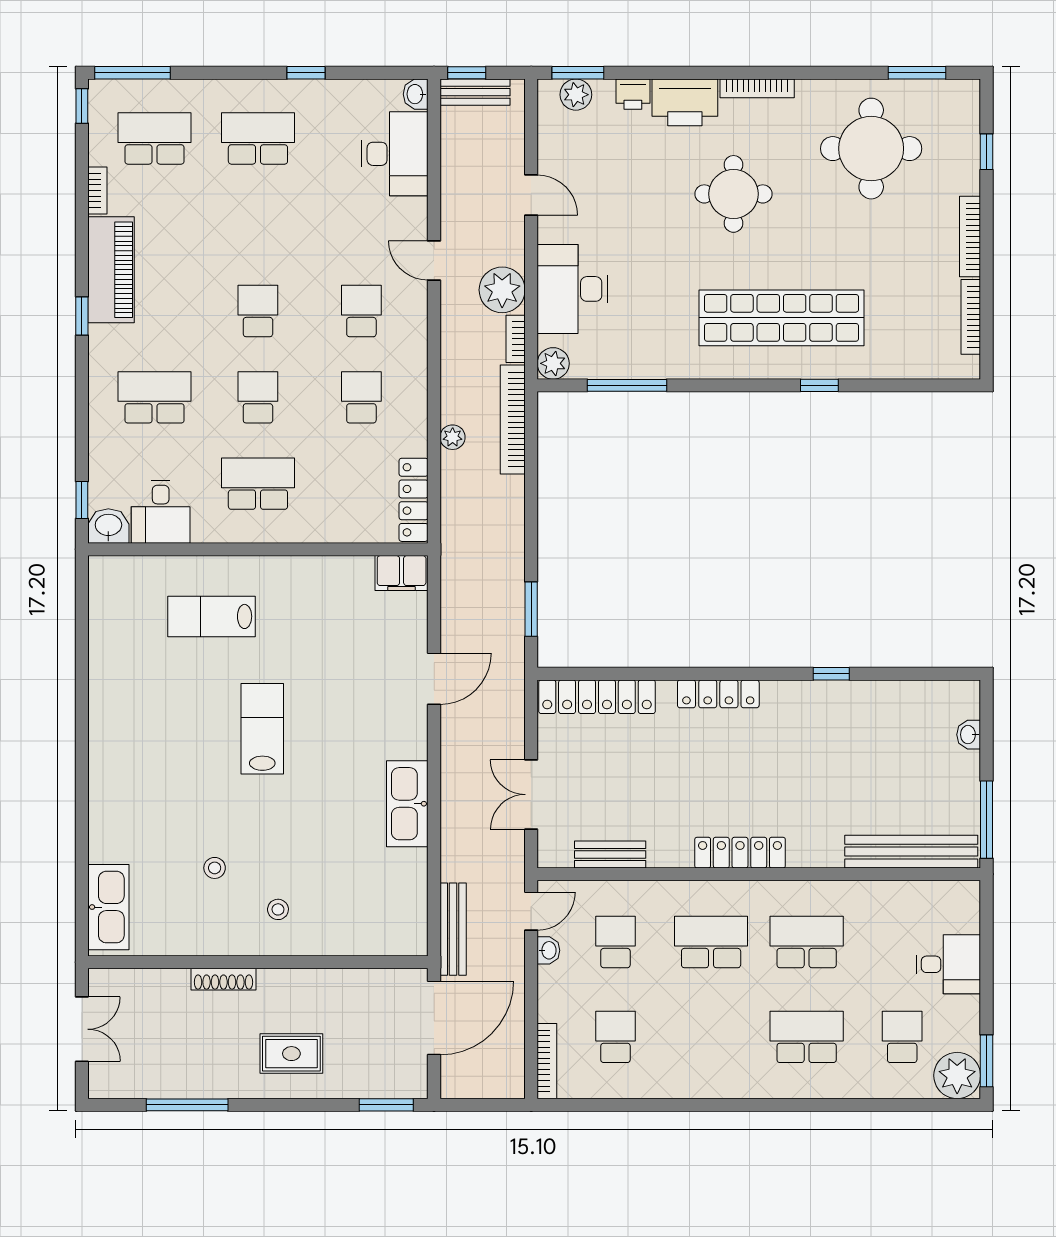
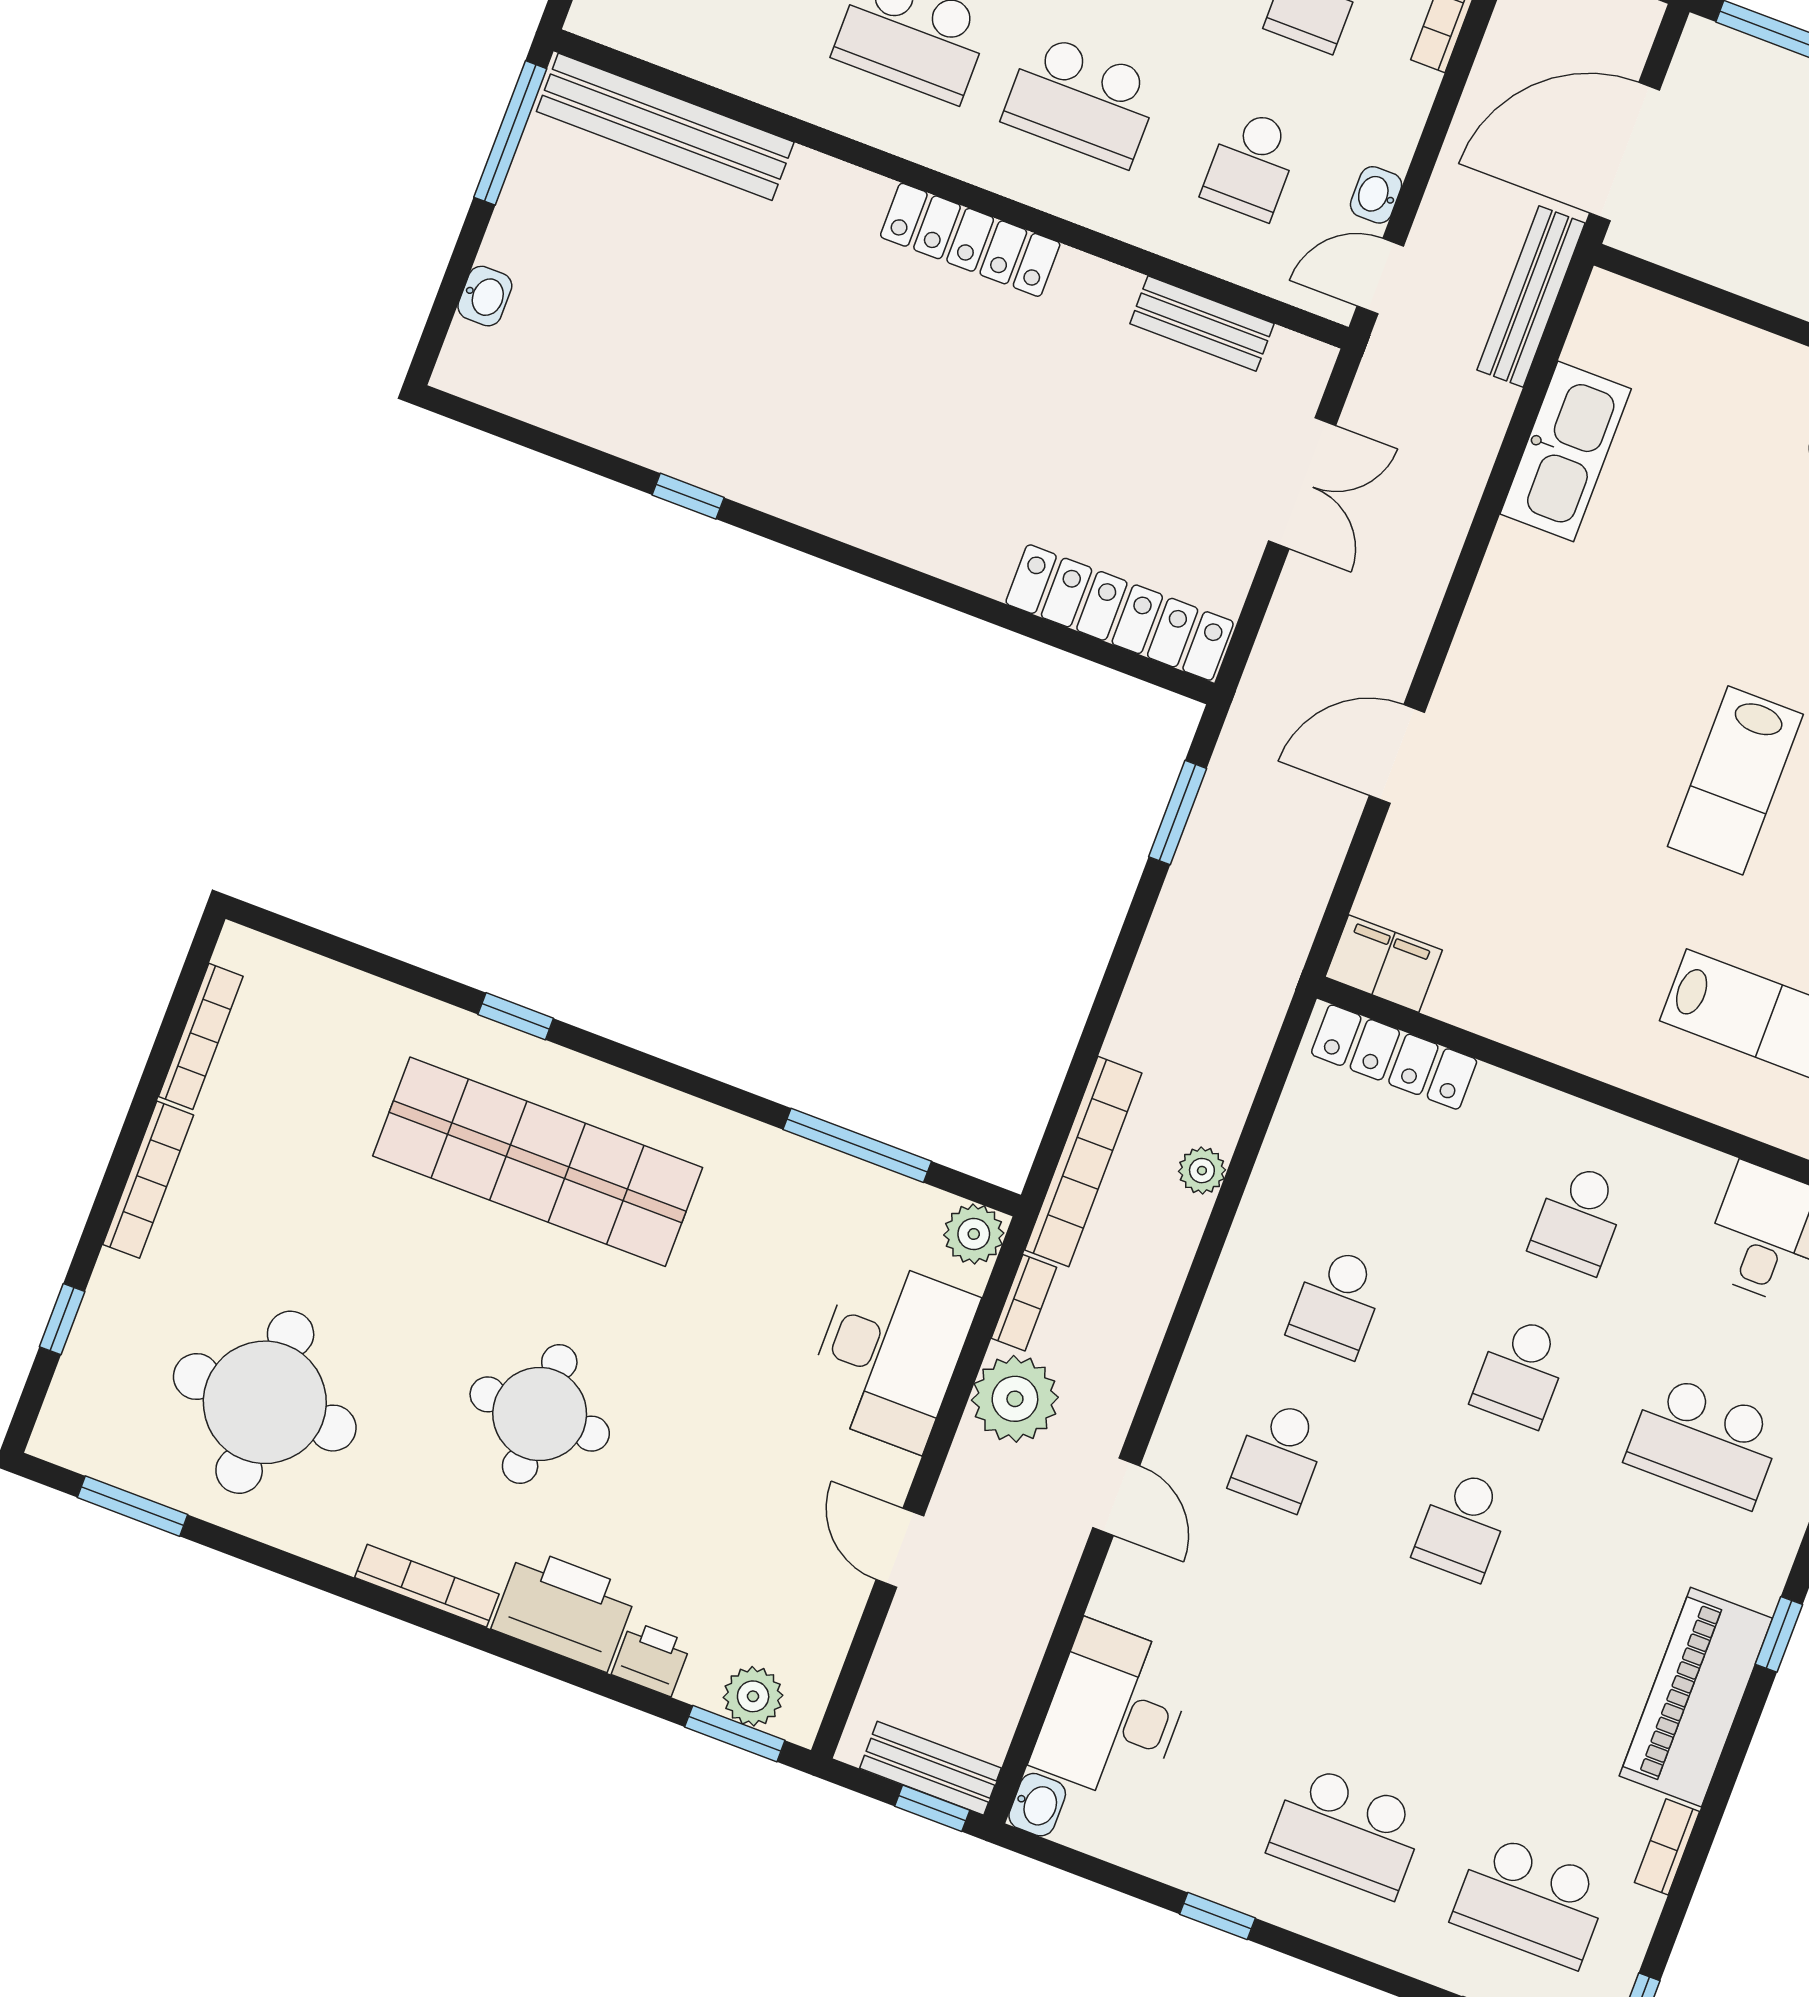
school desk: (258, 484) -> (1579, 1219), width x0.54
locker: (414, 500) -> (1394, 1057), moved, turned 90
locker: (718, 694) -> (902, 536), removed
kitchen sink: (407, 804) -> (1566, 451), moved

